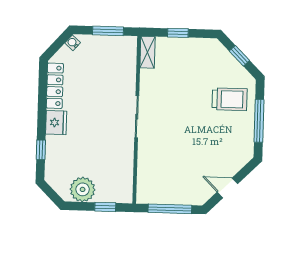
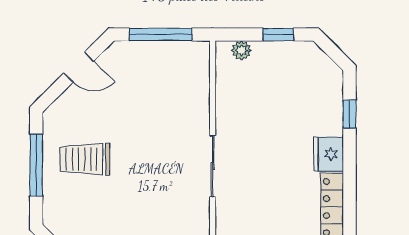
trolley: (230, 99) -> (85, 159), moved
plant: (83, 189) -> (241, 50), moved, width x0.53, depth x0.53
window: (105, 207) -> (278, 35), moved

